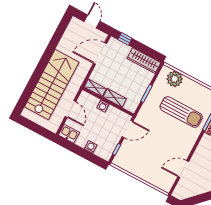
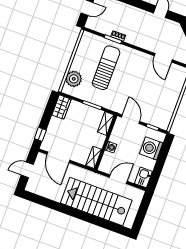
wardrobe: (144, 61) -> (61, 107), width x0.67
shelving: (115, 98) -> (106, 124), moved
washing machine: (91, 147) -> (151, 148), width x1.89, depth x1.89

